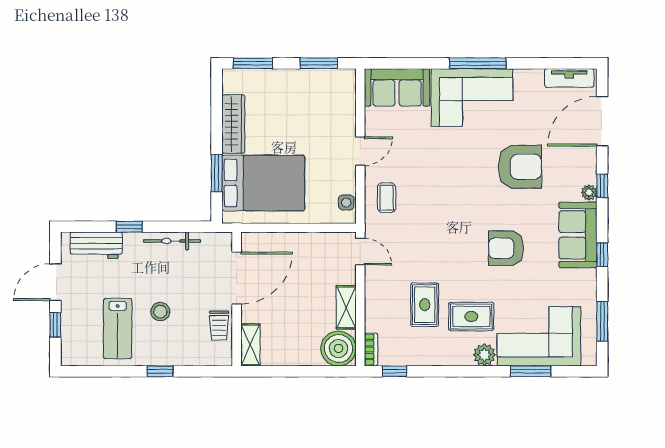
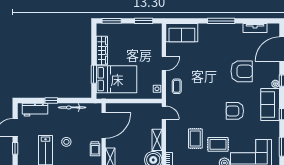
tv unit: (569, 78) -> (255, 28), moved
corner sofa: (472, 98) -> (218, 38), removed

